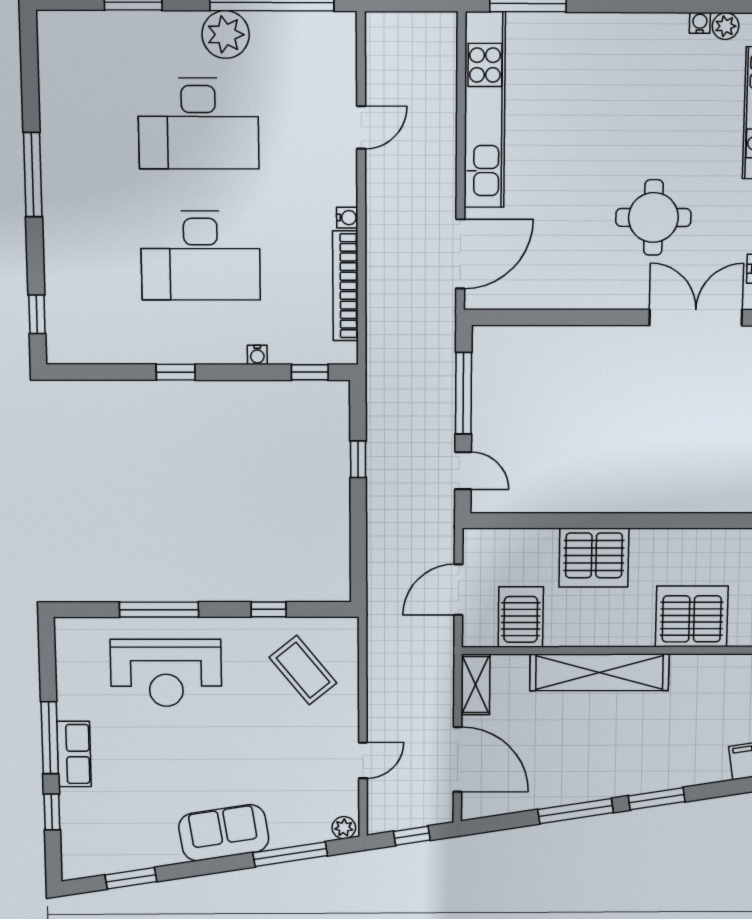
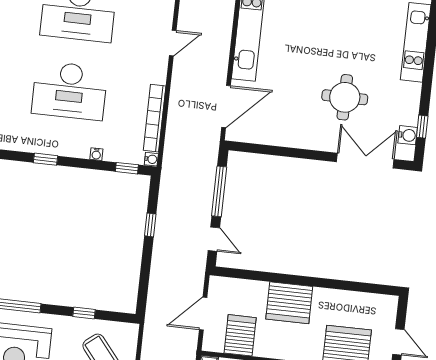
door: (361, 127) -> (173, 43), moved
water cooler: (347, 218) -> (151, 159), moved

